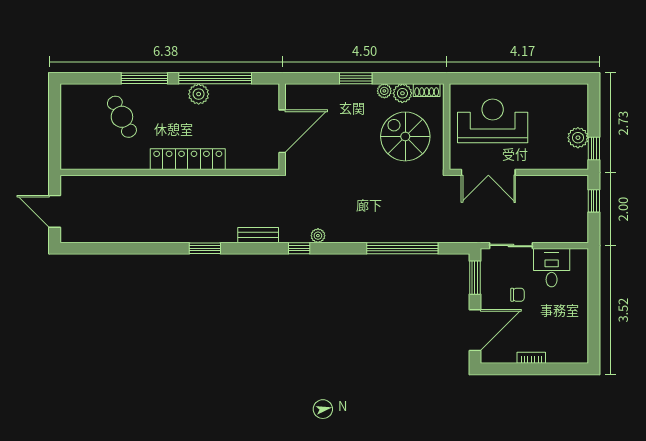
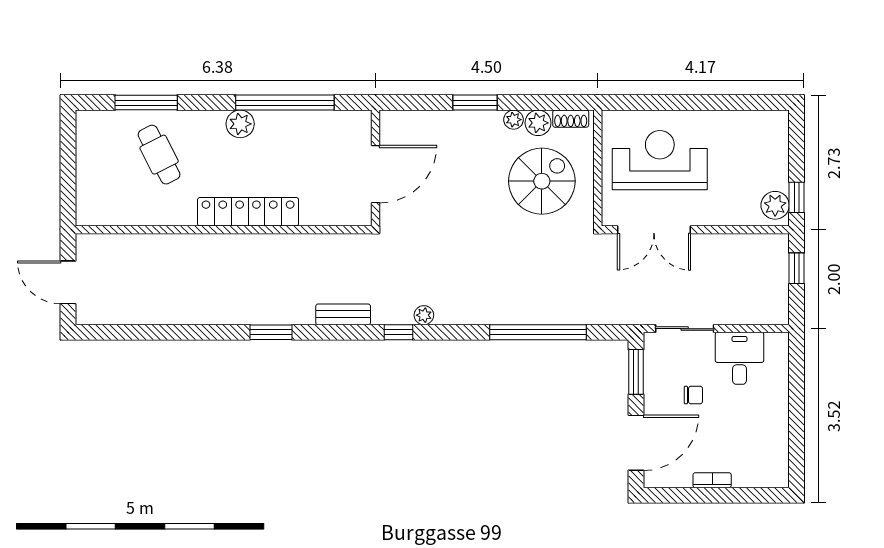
window: (144, 78) -> (146, 103), moved
plant: (199, 94) -> (240, 124), moved
spiral stairs: (405, 136) -> (542, 181), turned 90
plant: (578, 138) -> (775, 205), moved

